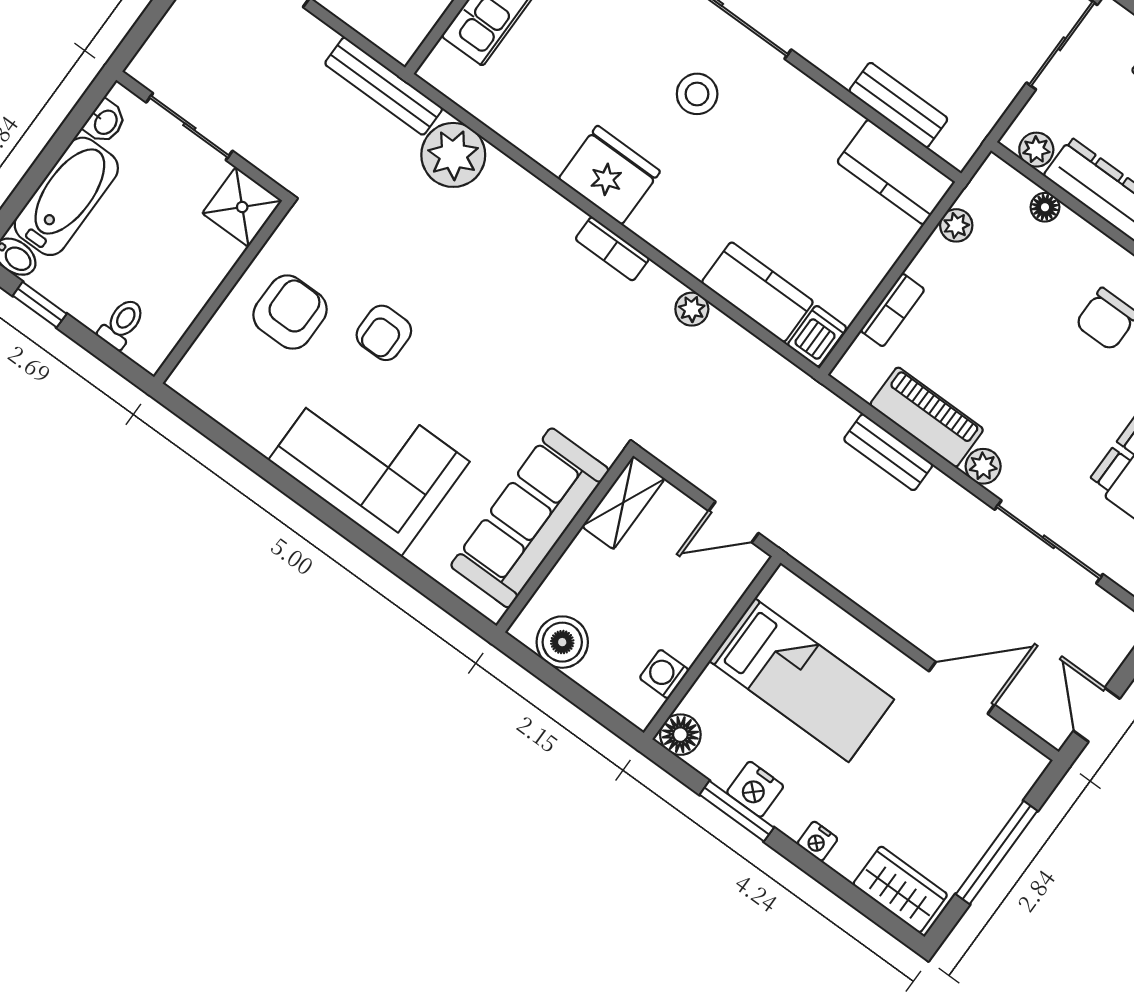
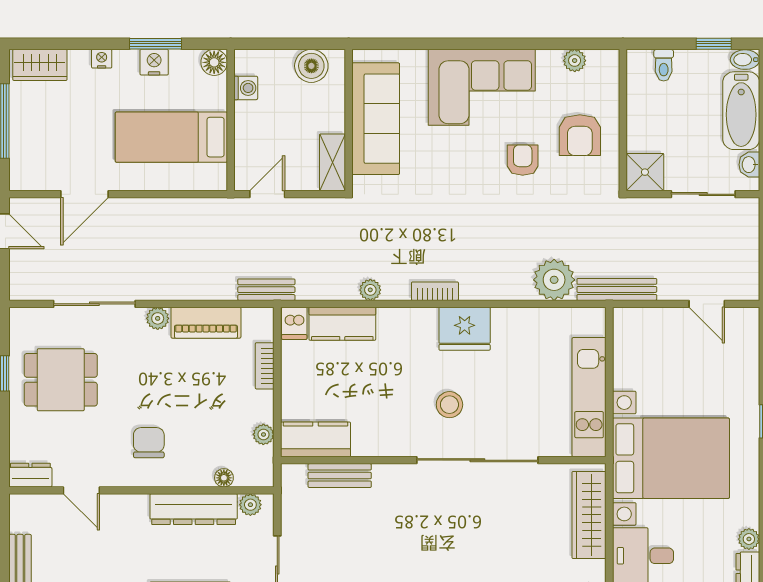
plant: (229, 410) -> (575, 61), added
bench: (888, 452) -> (266, 290), moved

